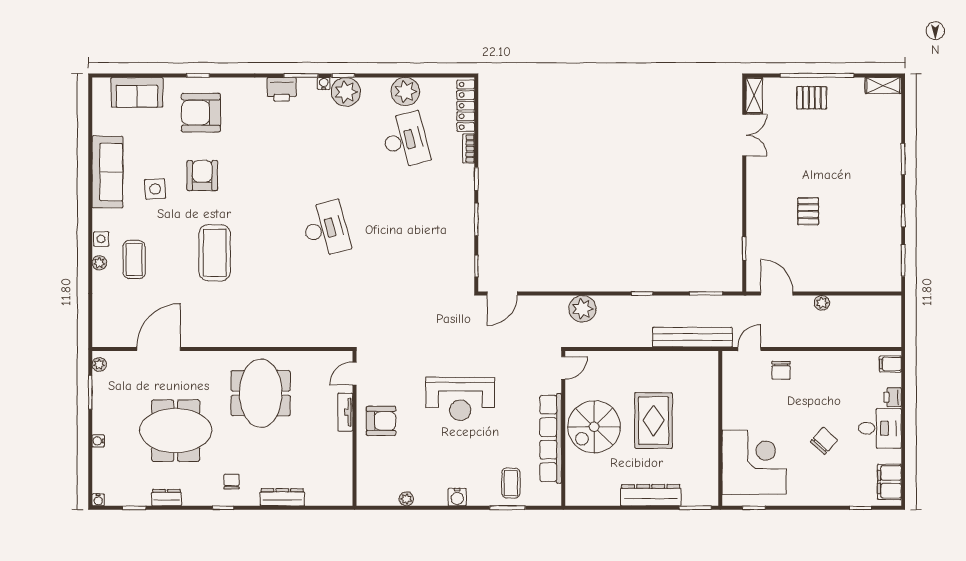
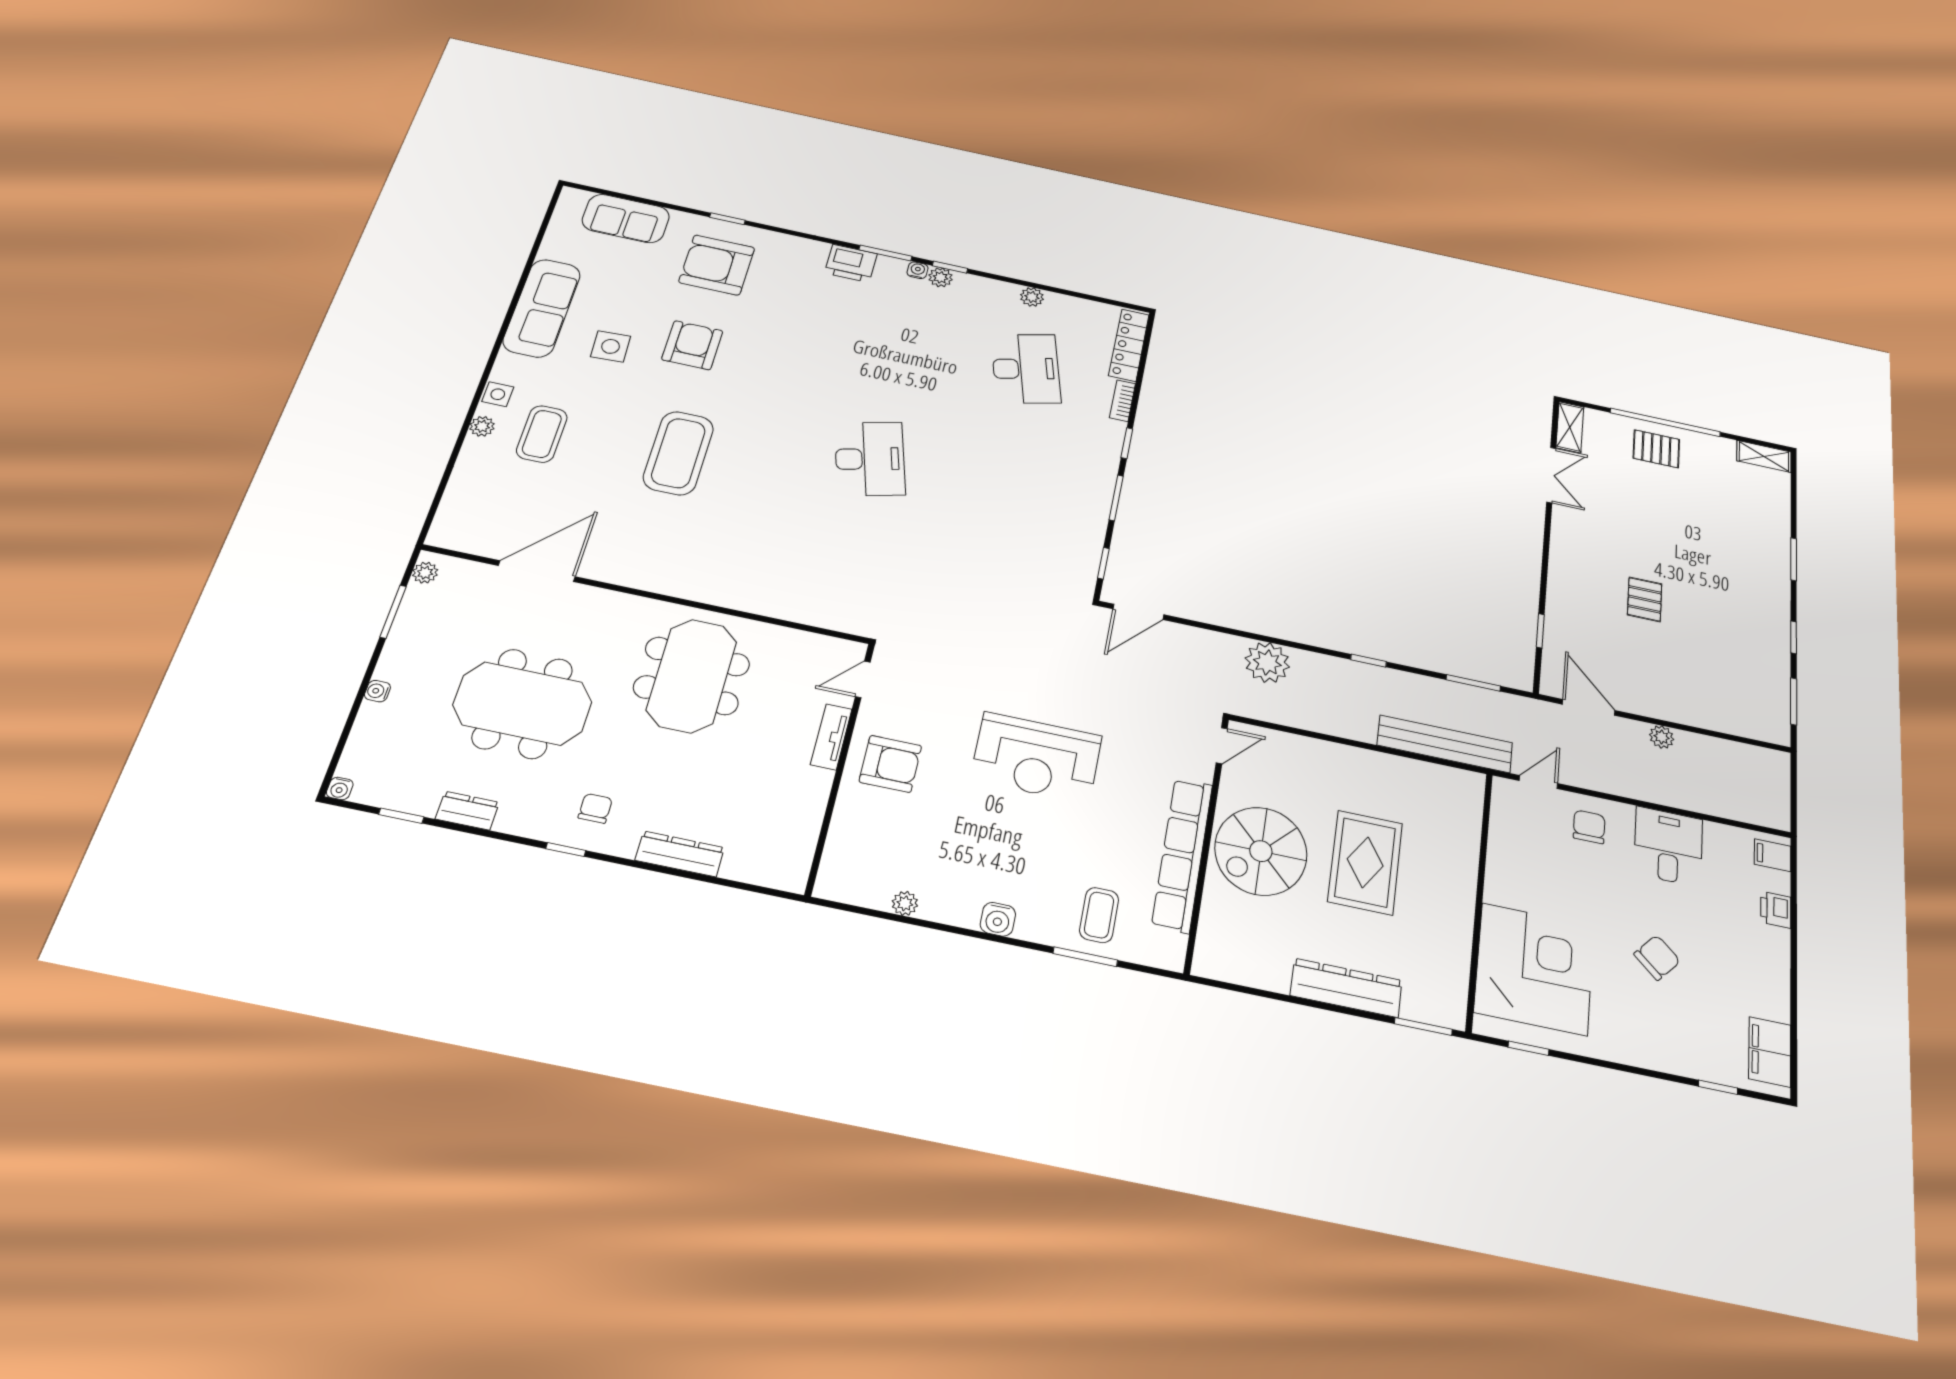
plant: (346, 92) -> (941, 277), width x0.53, depth x0.53
plant: (405, 92) -> (1032, 297), width x0.53, depth x0.53
chair: (781, 370) -> (1589, 827), turned 180
desk: (880, 428) -> (1668, 846), moved, turned -90

